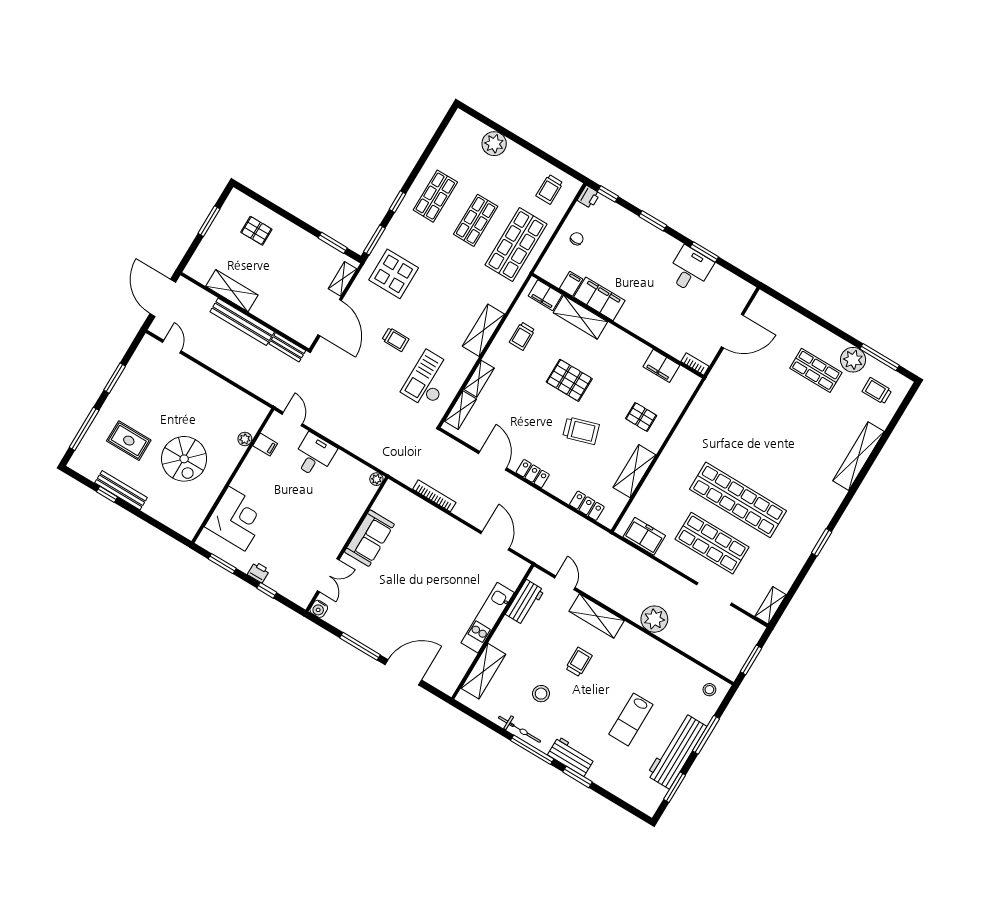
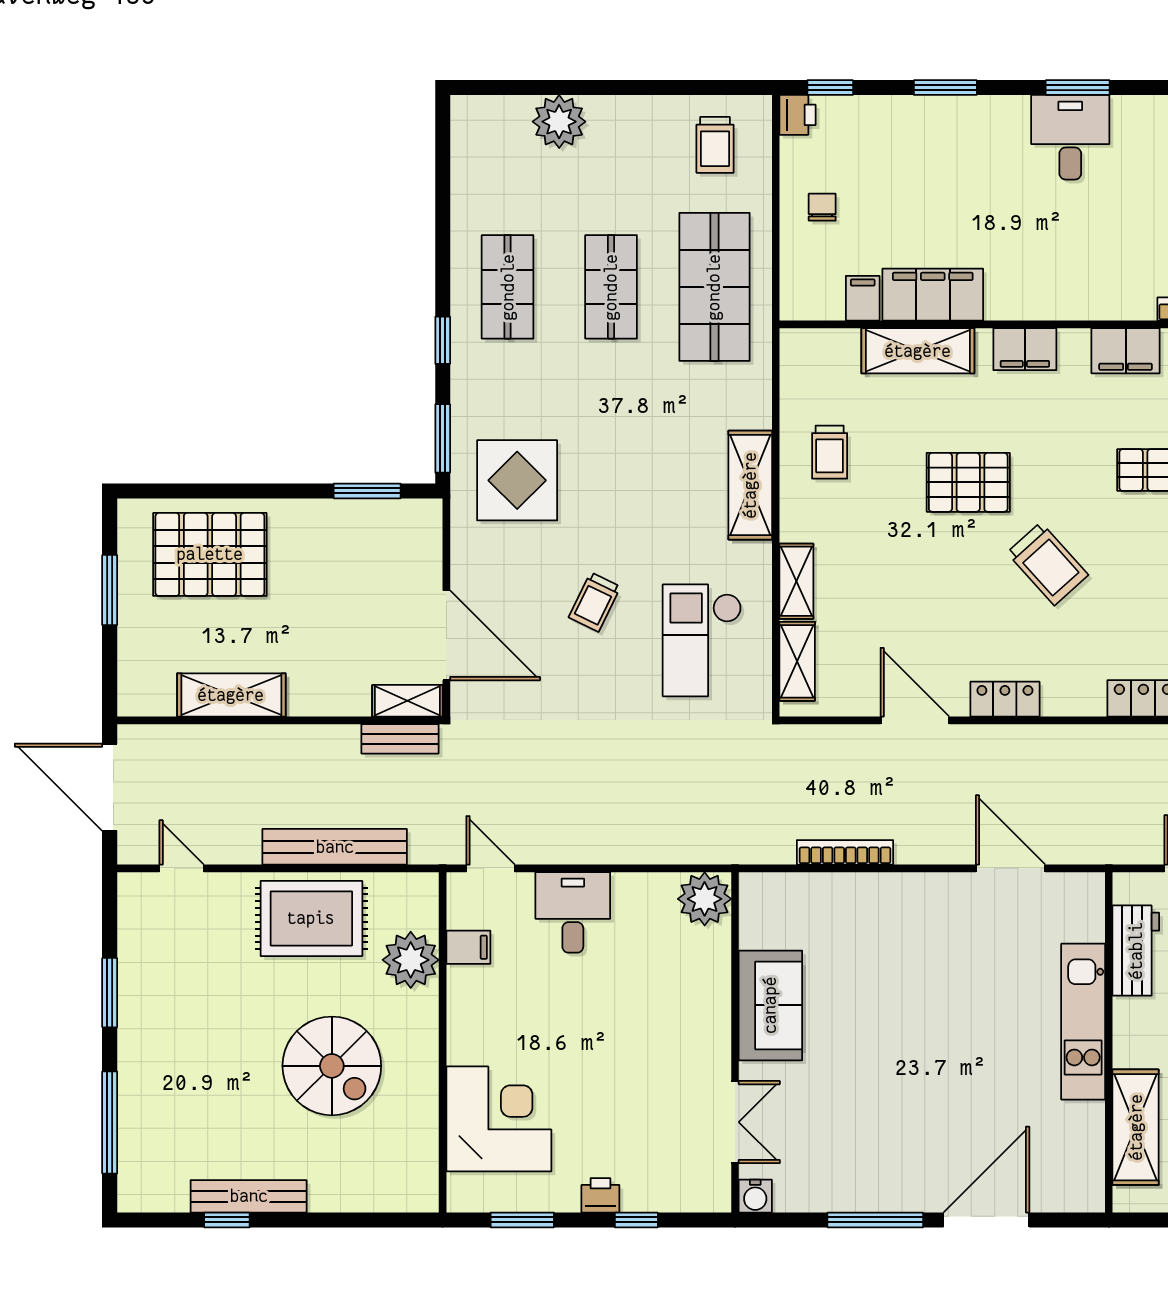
pallet: (256, 231) -> (210, 554), width x2.05, depth x2.00
shelving: (343, 279) -> (407, 701), moved, turned 90
filing cabinet: (545, 295) -> (1025, 349), moved
bench: (242, 322) -> (335, 847), moved
trolley: (395, 339) -> (595, 602), turned 116
trolley: (581, 431) -> (1048, 564), turned 65
plant: (245, 439) -> (411, 960), width x1.88, depth x1.88
rug: (129, 441) -> (311, 918), moved, width x1.36, depth x1.43
plant: (376, 479) -> (705, 899), width x1.88, depth x1.88

